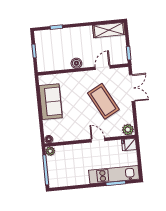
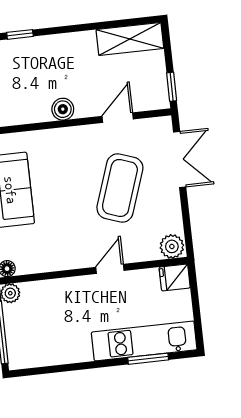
coffee table: (103, 101) -> (120, 188), turned 47
door: (98, 140) -> (110, 269), hinge flipped

